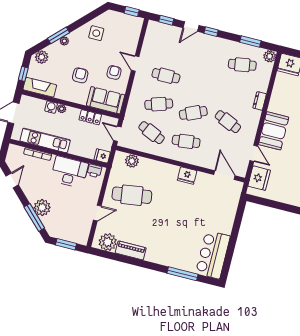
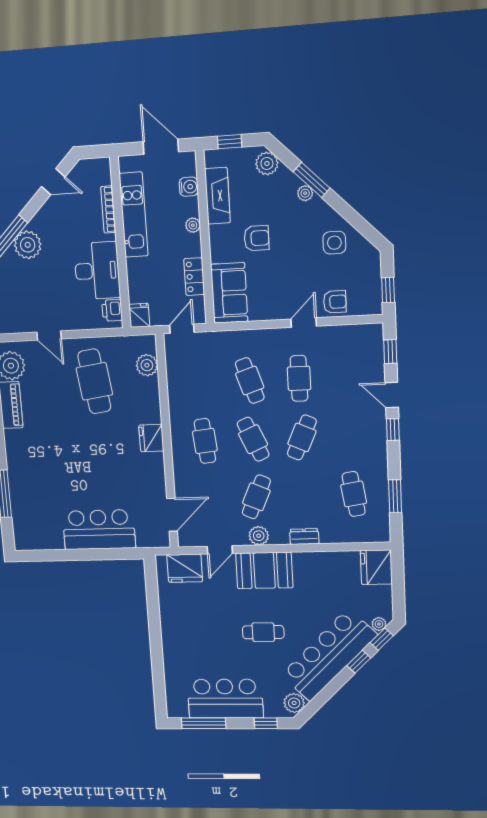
plant: (270, 56) -> (259, 536), moved
armchair: (114, 72) -> (335, 302), moved
fireplace: (40, 87) -> (217, 196), moved
water cooler: (51, 107) -> (189, 187), moved
cafe table: (152, 133) -> (302, 437), moved
fridge: (187, 175) -> (151, 438), moved
bar counter: (213, 255) -> (99, 530), moved

